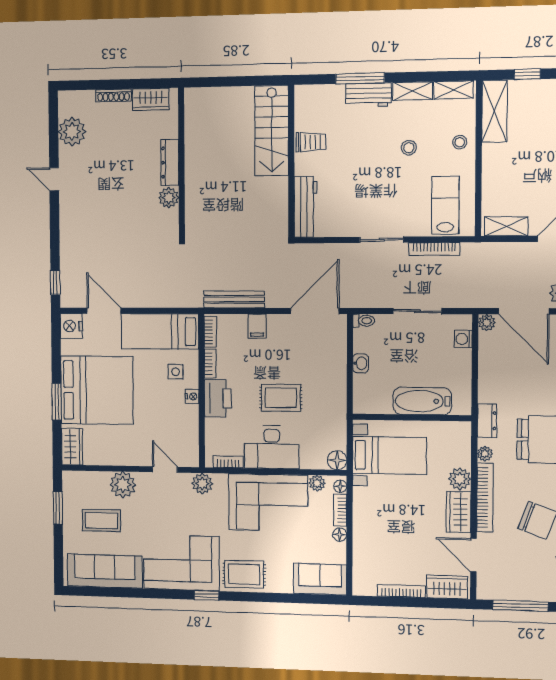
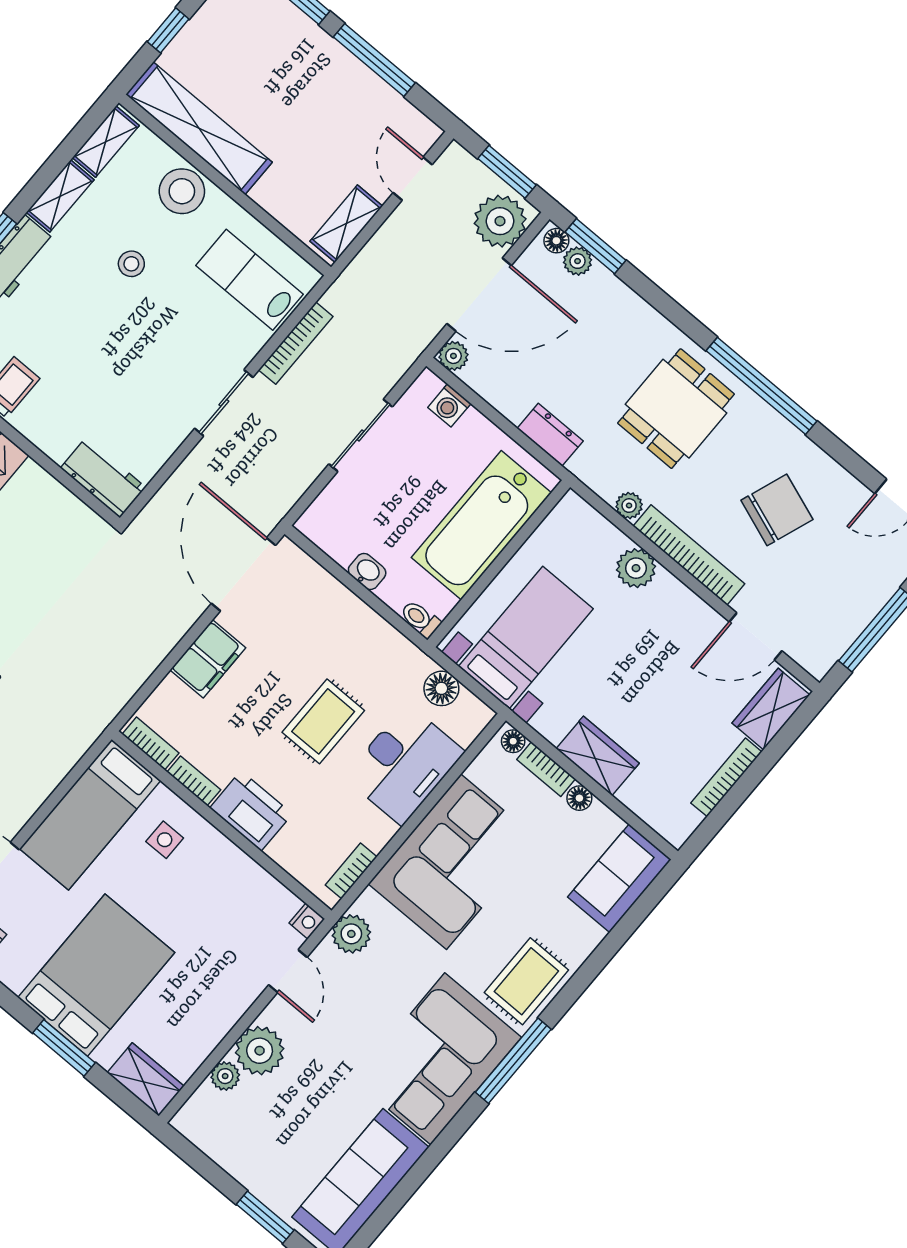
shelving: (494, 111) -> (199, 128), width x1.47
stool: (460, 142) -> (182, 191), width x1.89, depth x1.89
workbench: (306, 207) -> (103, 478), width x0.73
bench: (234, 299) -> (134, 673), removed
toilet: (364, 321) -> (420, 619), moved, turned -90
filing cabinet: (257, 326) -> (208, 659), width x2.00
bed: (97, 390) -> (96, 975), width x0.73
nightstand: (192, 396) -> (307, 921), moved, turned 90
bathtub: (422, 401) -> (481, 525), width x1.36, depth x1.36
dresser: (487, 421) -> (550, 435), moved
desk: (272, 447) -> (404, 764), moved
floor lamp: (337, 460) -> (441, 688), moved
door: (165, 469) -> (288, 971), swing flipped
plant: (317, 483) -> (225, 1076), moved
window: (58, 508) -> (265, 1217), moved
wardrobe: (459, 512) -> (598, 756), moved, turned 180
coffee table: (101, 520) -> (284, 1125), removed
window: (207, 595) -> (513, 1061), width x2.17

